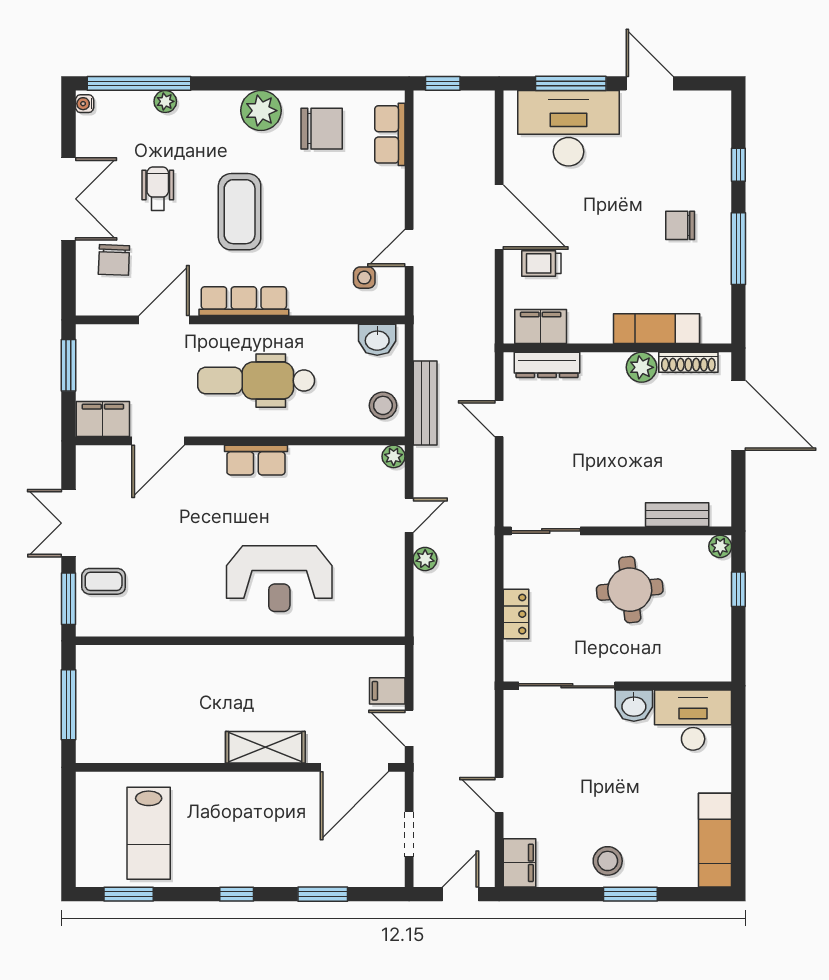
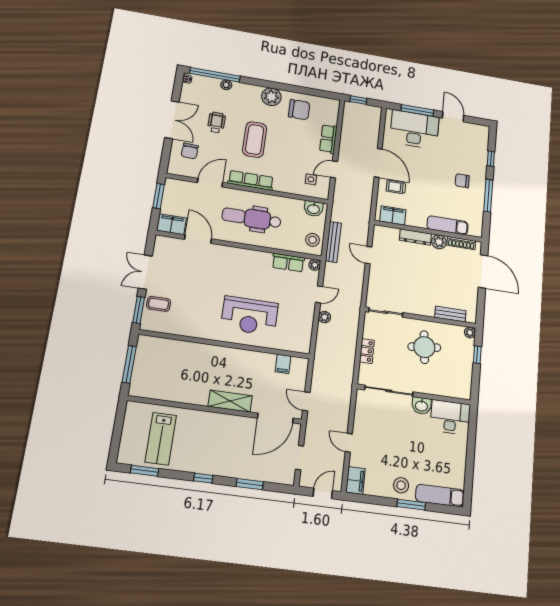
row of seats: (390, 134) -> (328, 139), moved
dresser: (547, 365) -> (415, 237), moved
door: (158, 441) -> (198, 239), swing flipped
row of seats: (256, 460) -> (288, 263), moved
filing cabinet: (387, 691) -> (283, 364), moved, turned -90
exam couch: (715, 840) -> (440, 496), moved, turned 90

